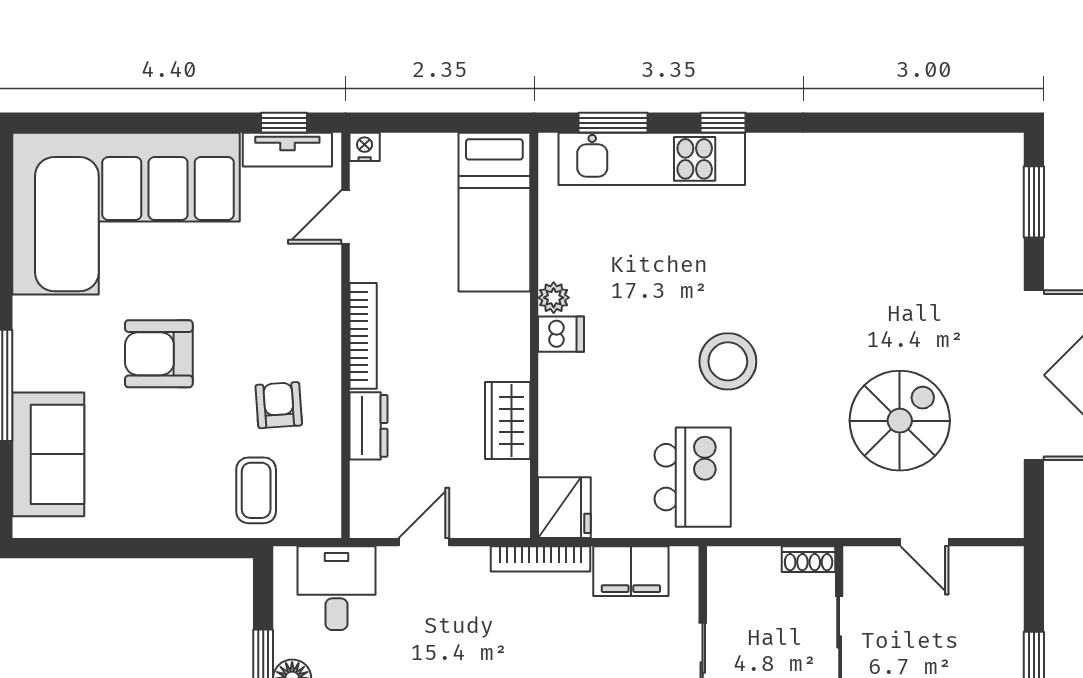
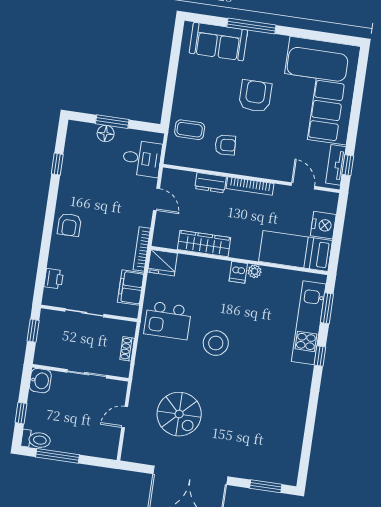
nightstand: (365, 147) -> (323, 225), moved, width x1.89, depth x1.79
wardrobe: (508, 421) -> (204, 244), width x1.50
shoe rack: (809, 559) -> (127, 349), moved

